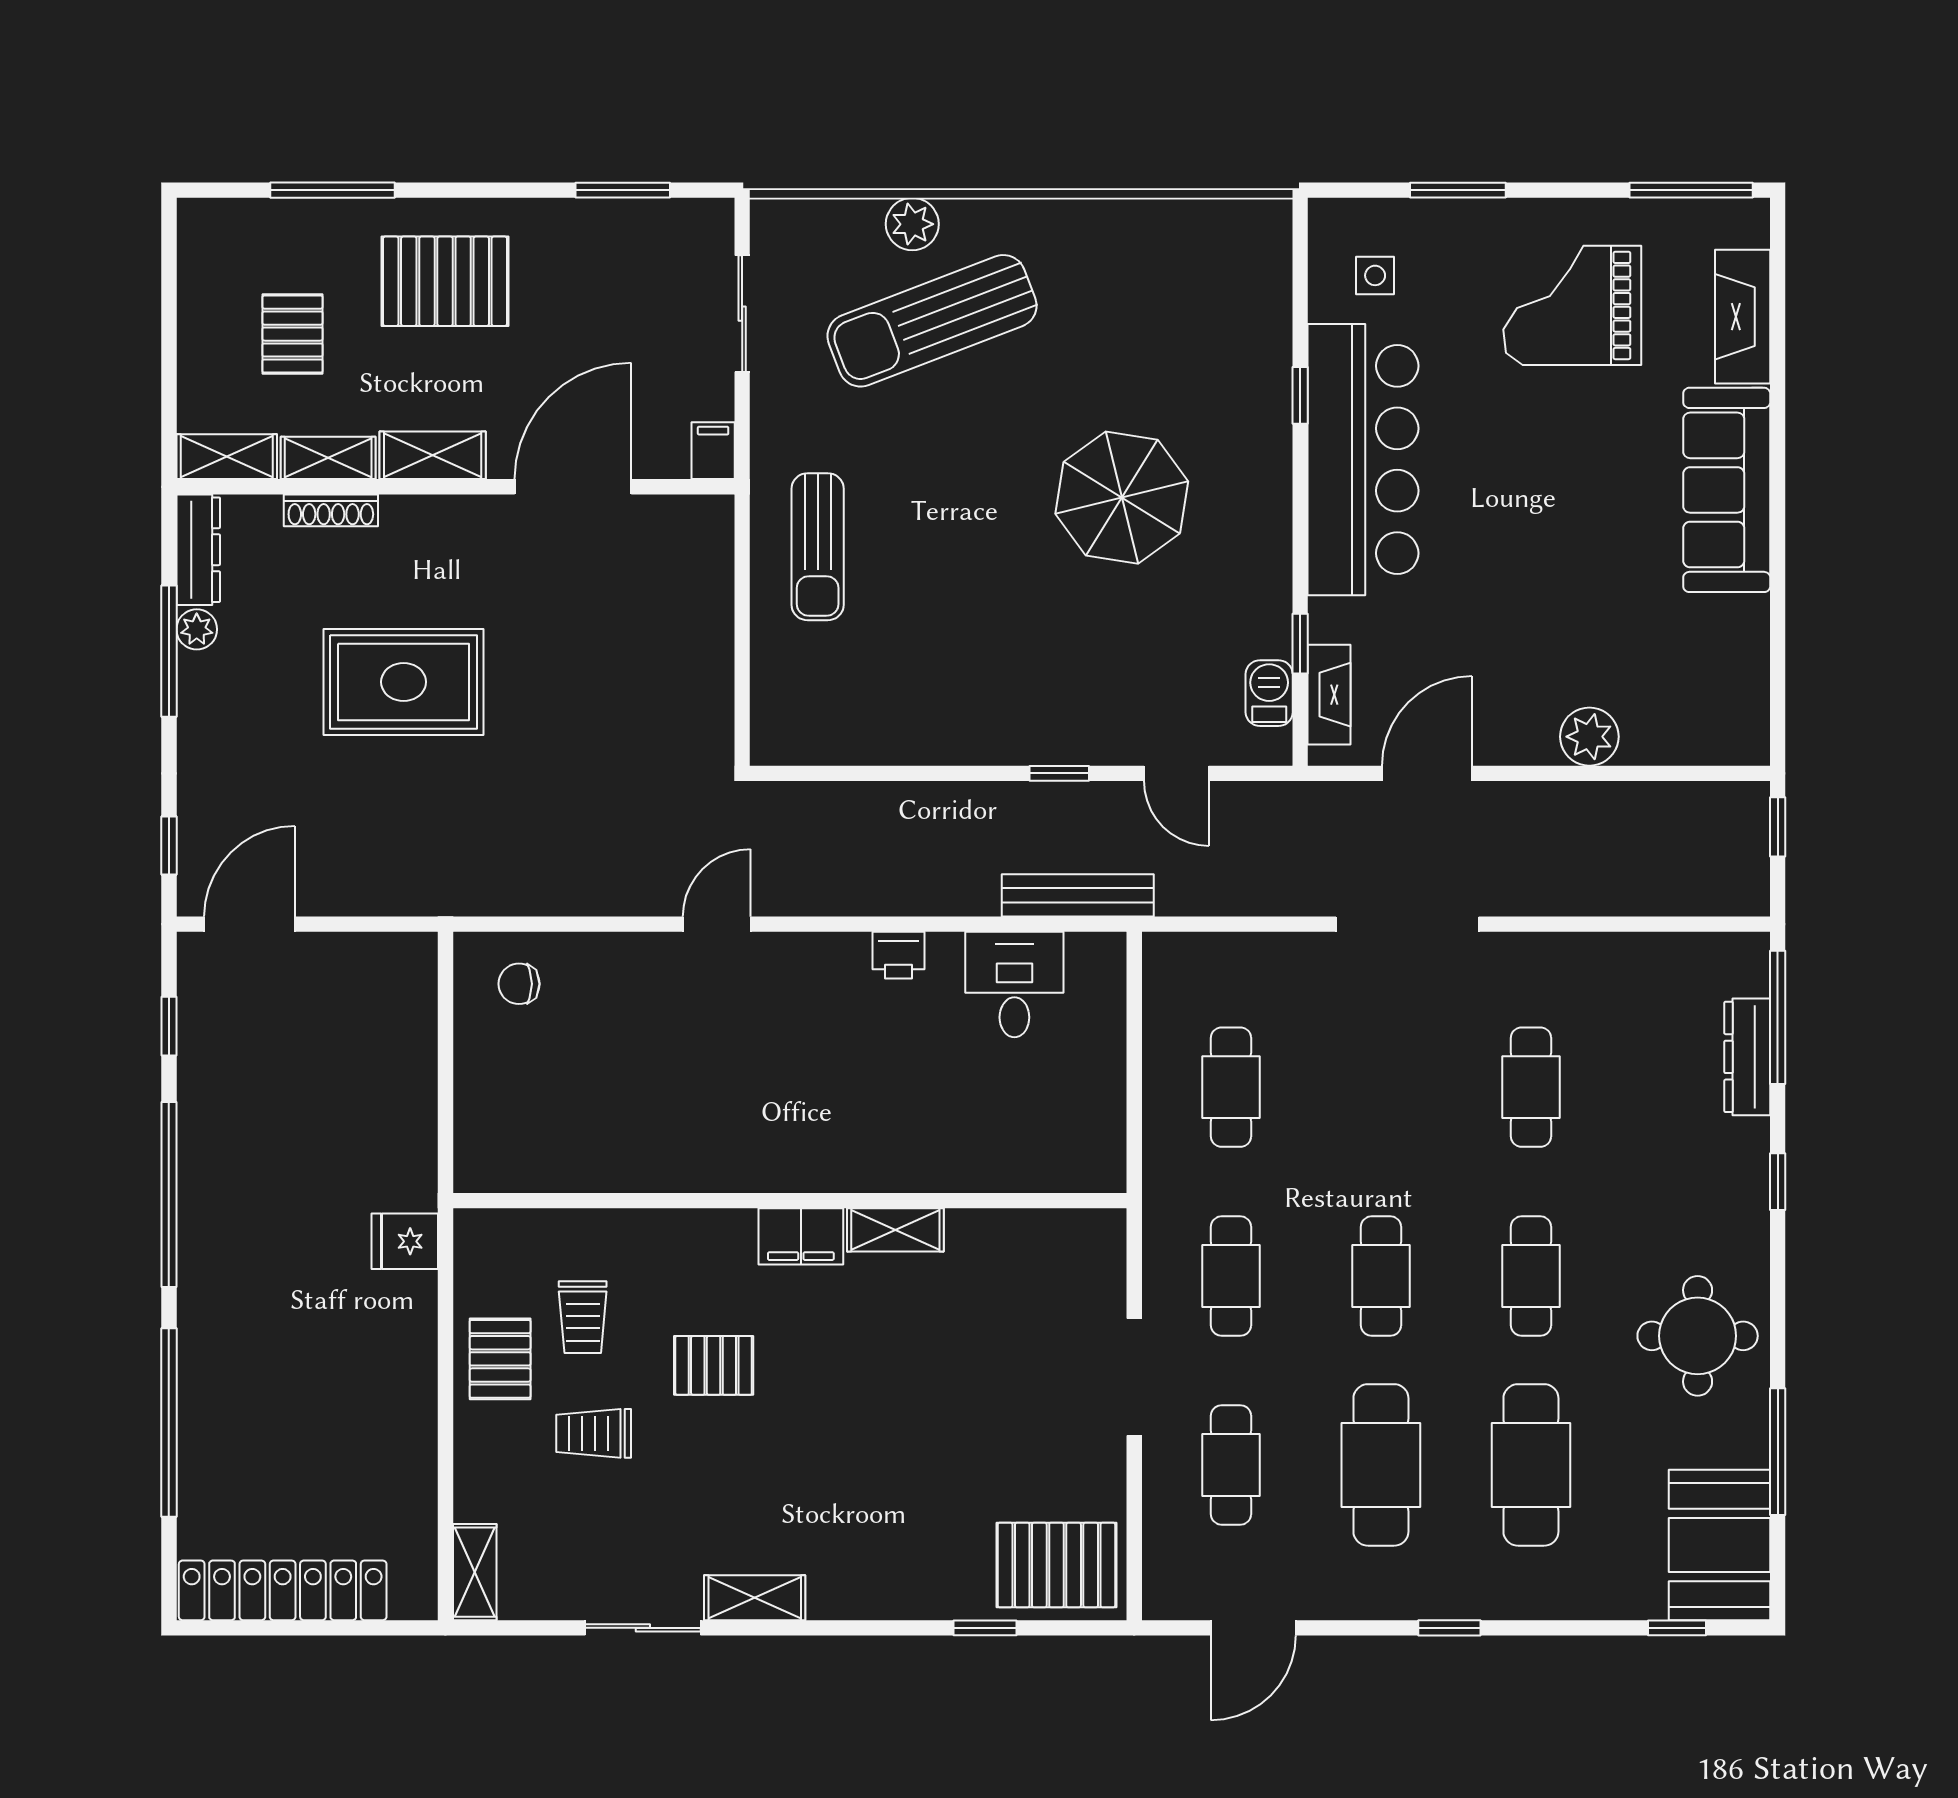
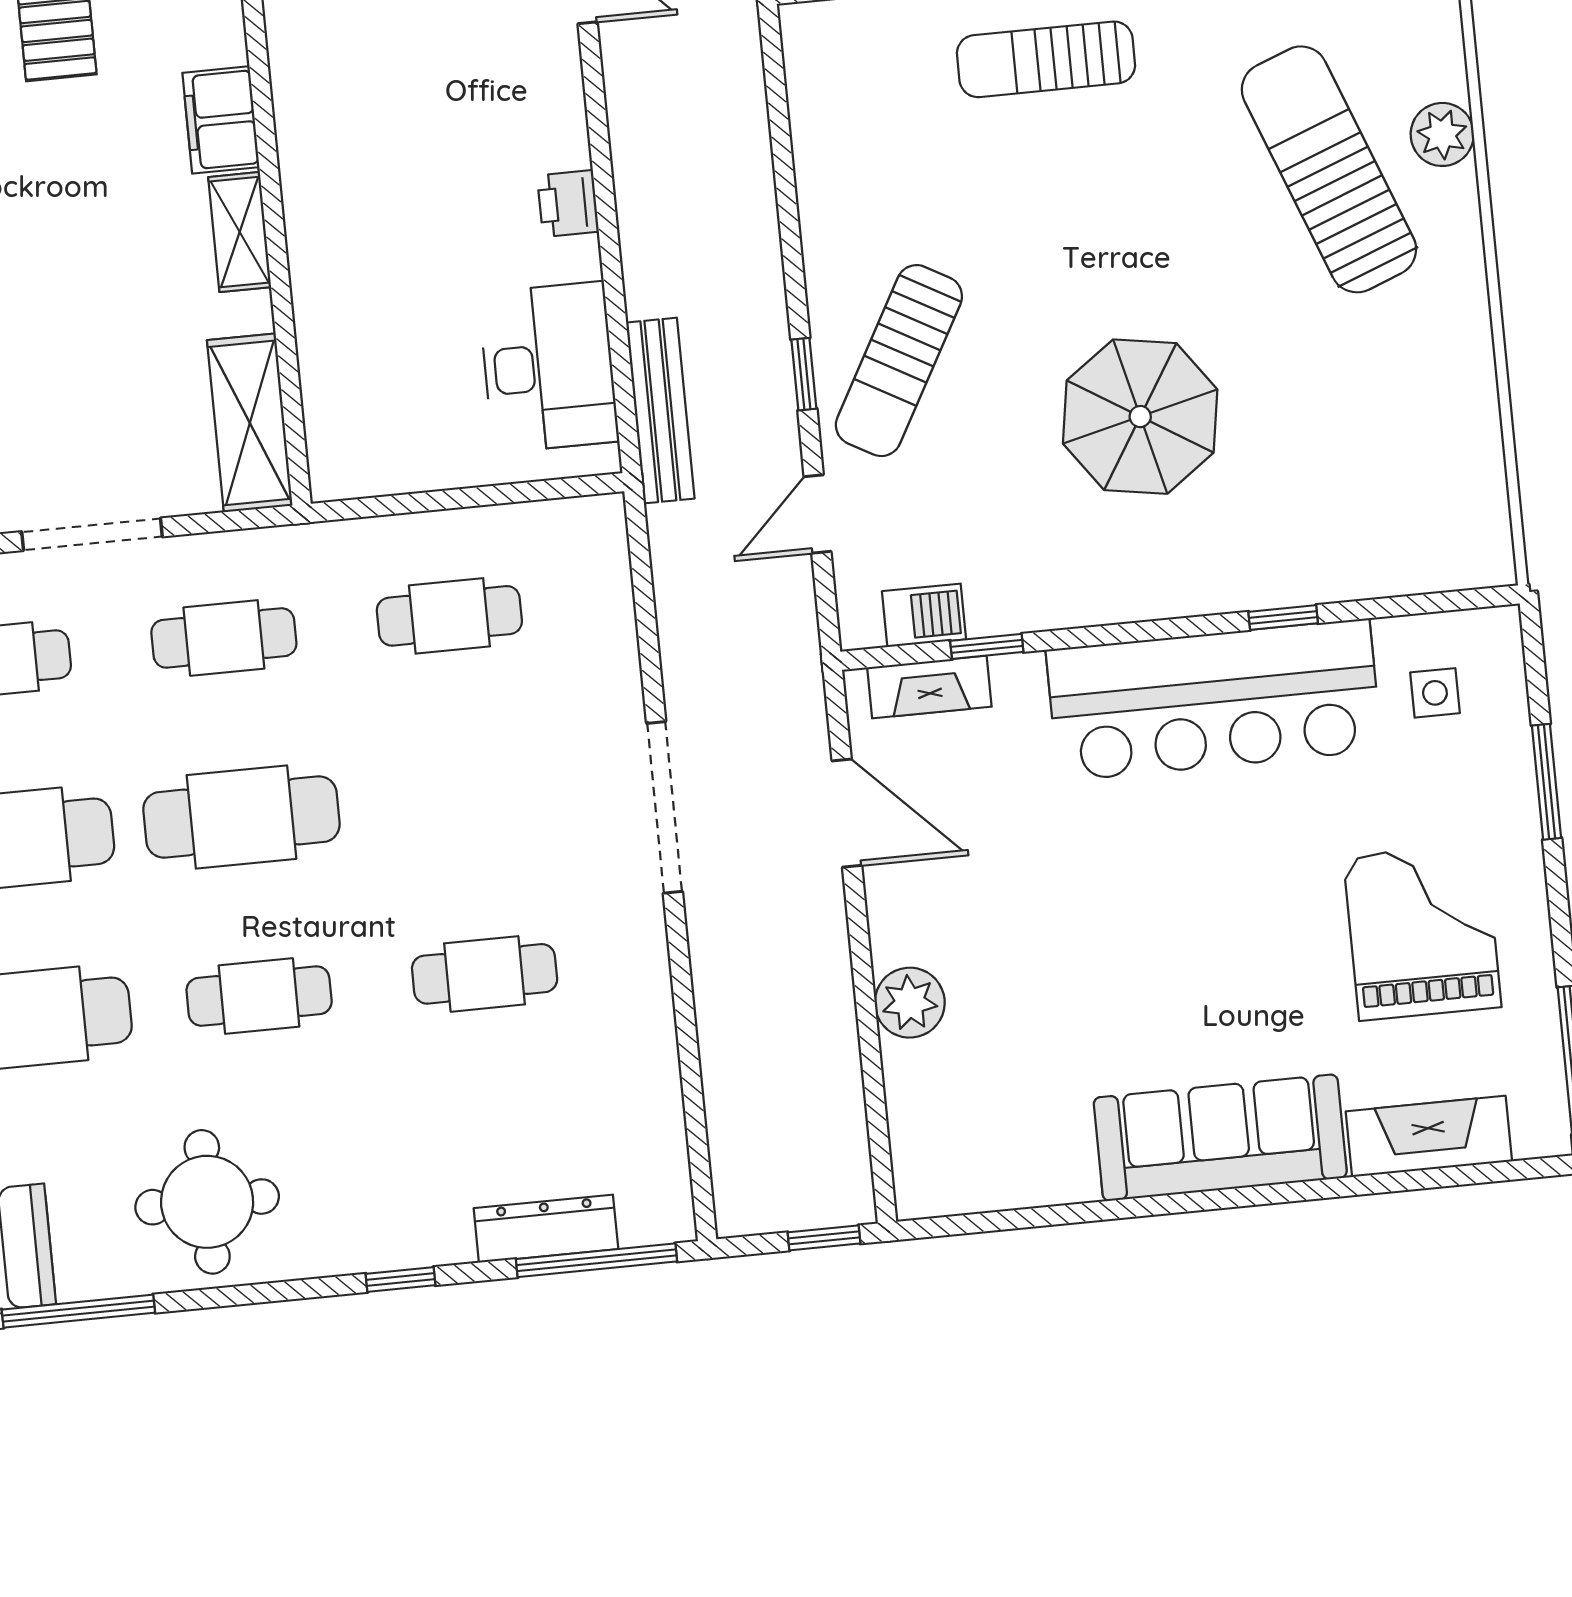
sun lounger: (1056, 693) -> (899, 361), added
desk: (1014, 985) -> (549, 367), width x1.37
shelving: (1055, 1237) -> (250, 423), added
cafe table: (1381, 1276) -> (241, 817), width x1.37, depth x1.35

